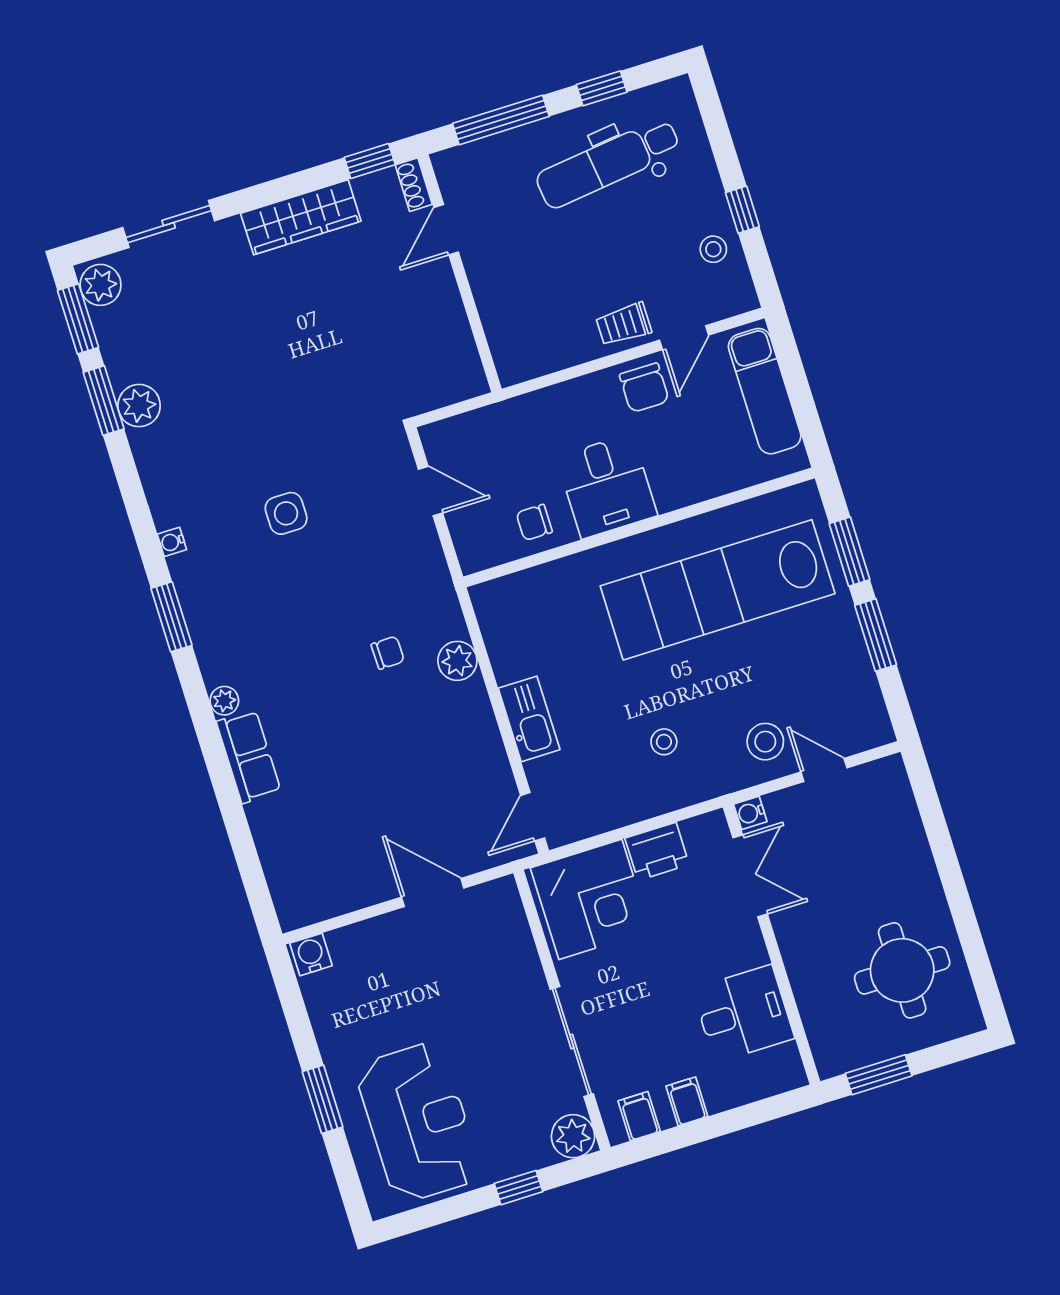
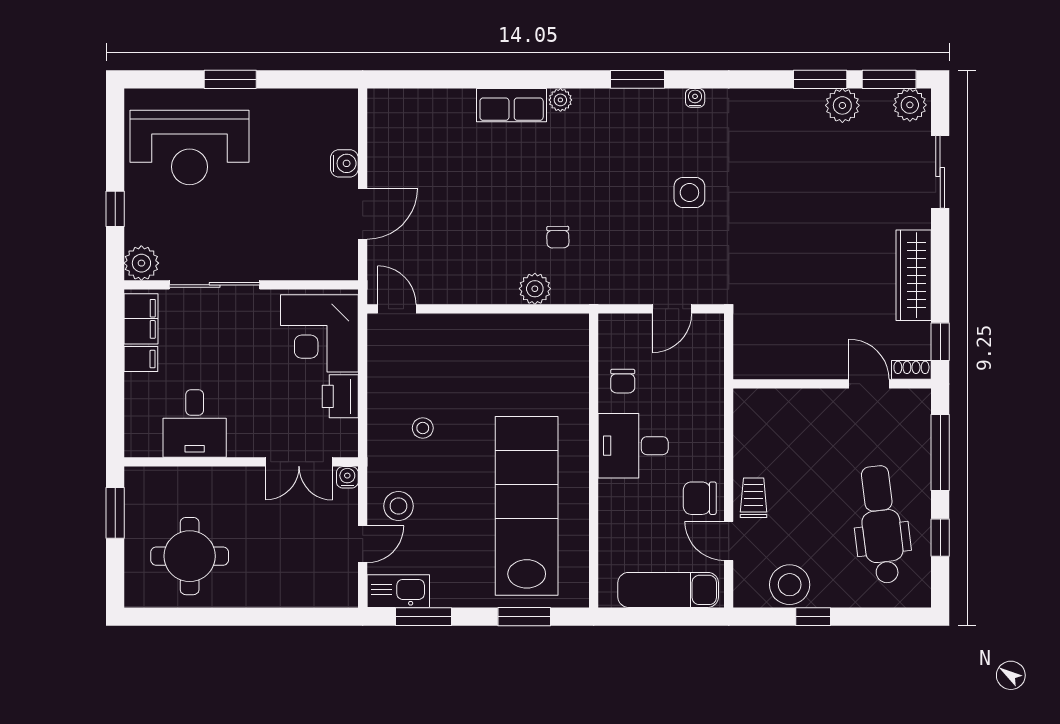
stool: (713, 249) -> (790, 585), width x1.89, depth x1.89
plant: (139, 406) -> (842, 105), moved
chair: (534, 522) -> (623, 381), turned 180
window: (876, 635) -> (423, 617), moved
kitchen sink: (529, 719) -> (398, 591), moved, turned 180
water cooler: (311, 954) -> (344, 163), moved
filing cabinet: (639, 1116) -> (141, 319), width x2.00

